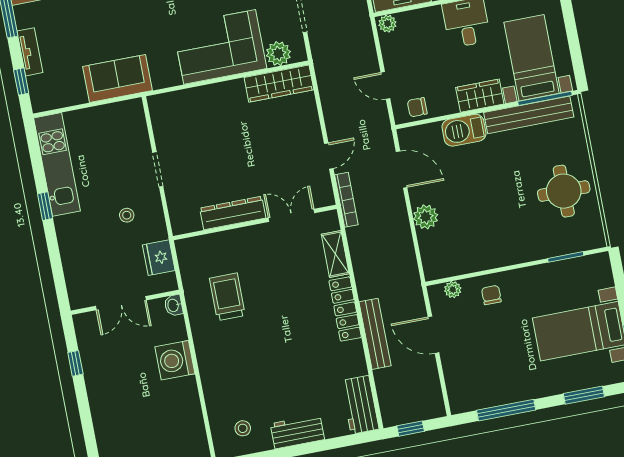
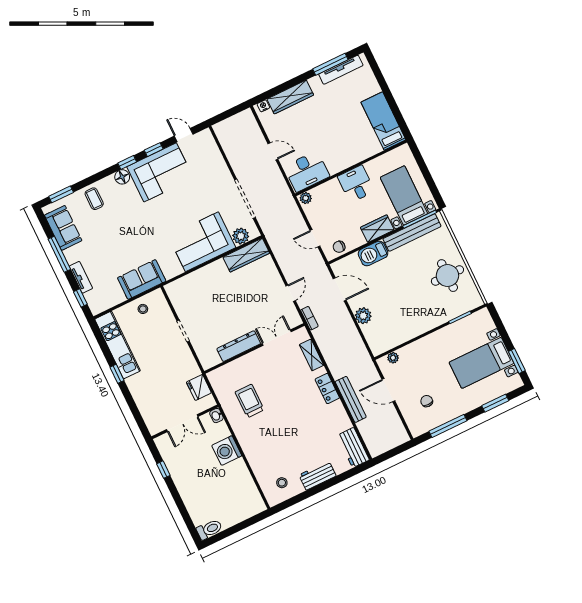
bookcase: (346, 200) -> (309, 318), width x0.64
stool: (127, 215) -> (143, 309), moved
chair: (491, 295) -> (427, 401), moved
locker: (345, 309) -> (327, 389), width x0.66
window: (411, 429) -> (390, 454), removed

